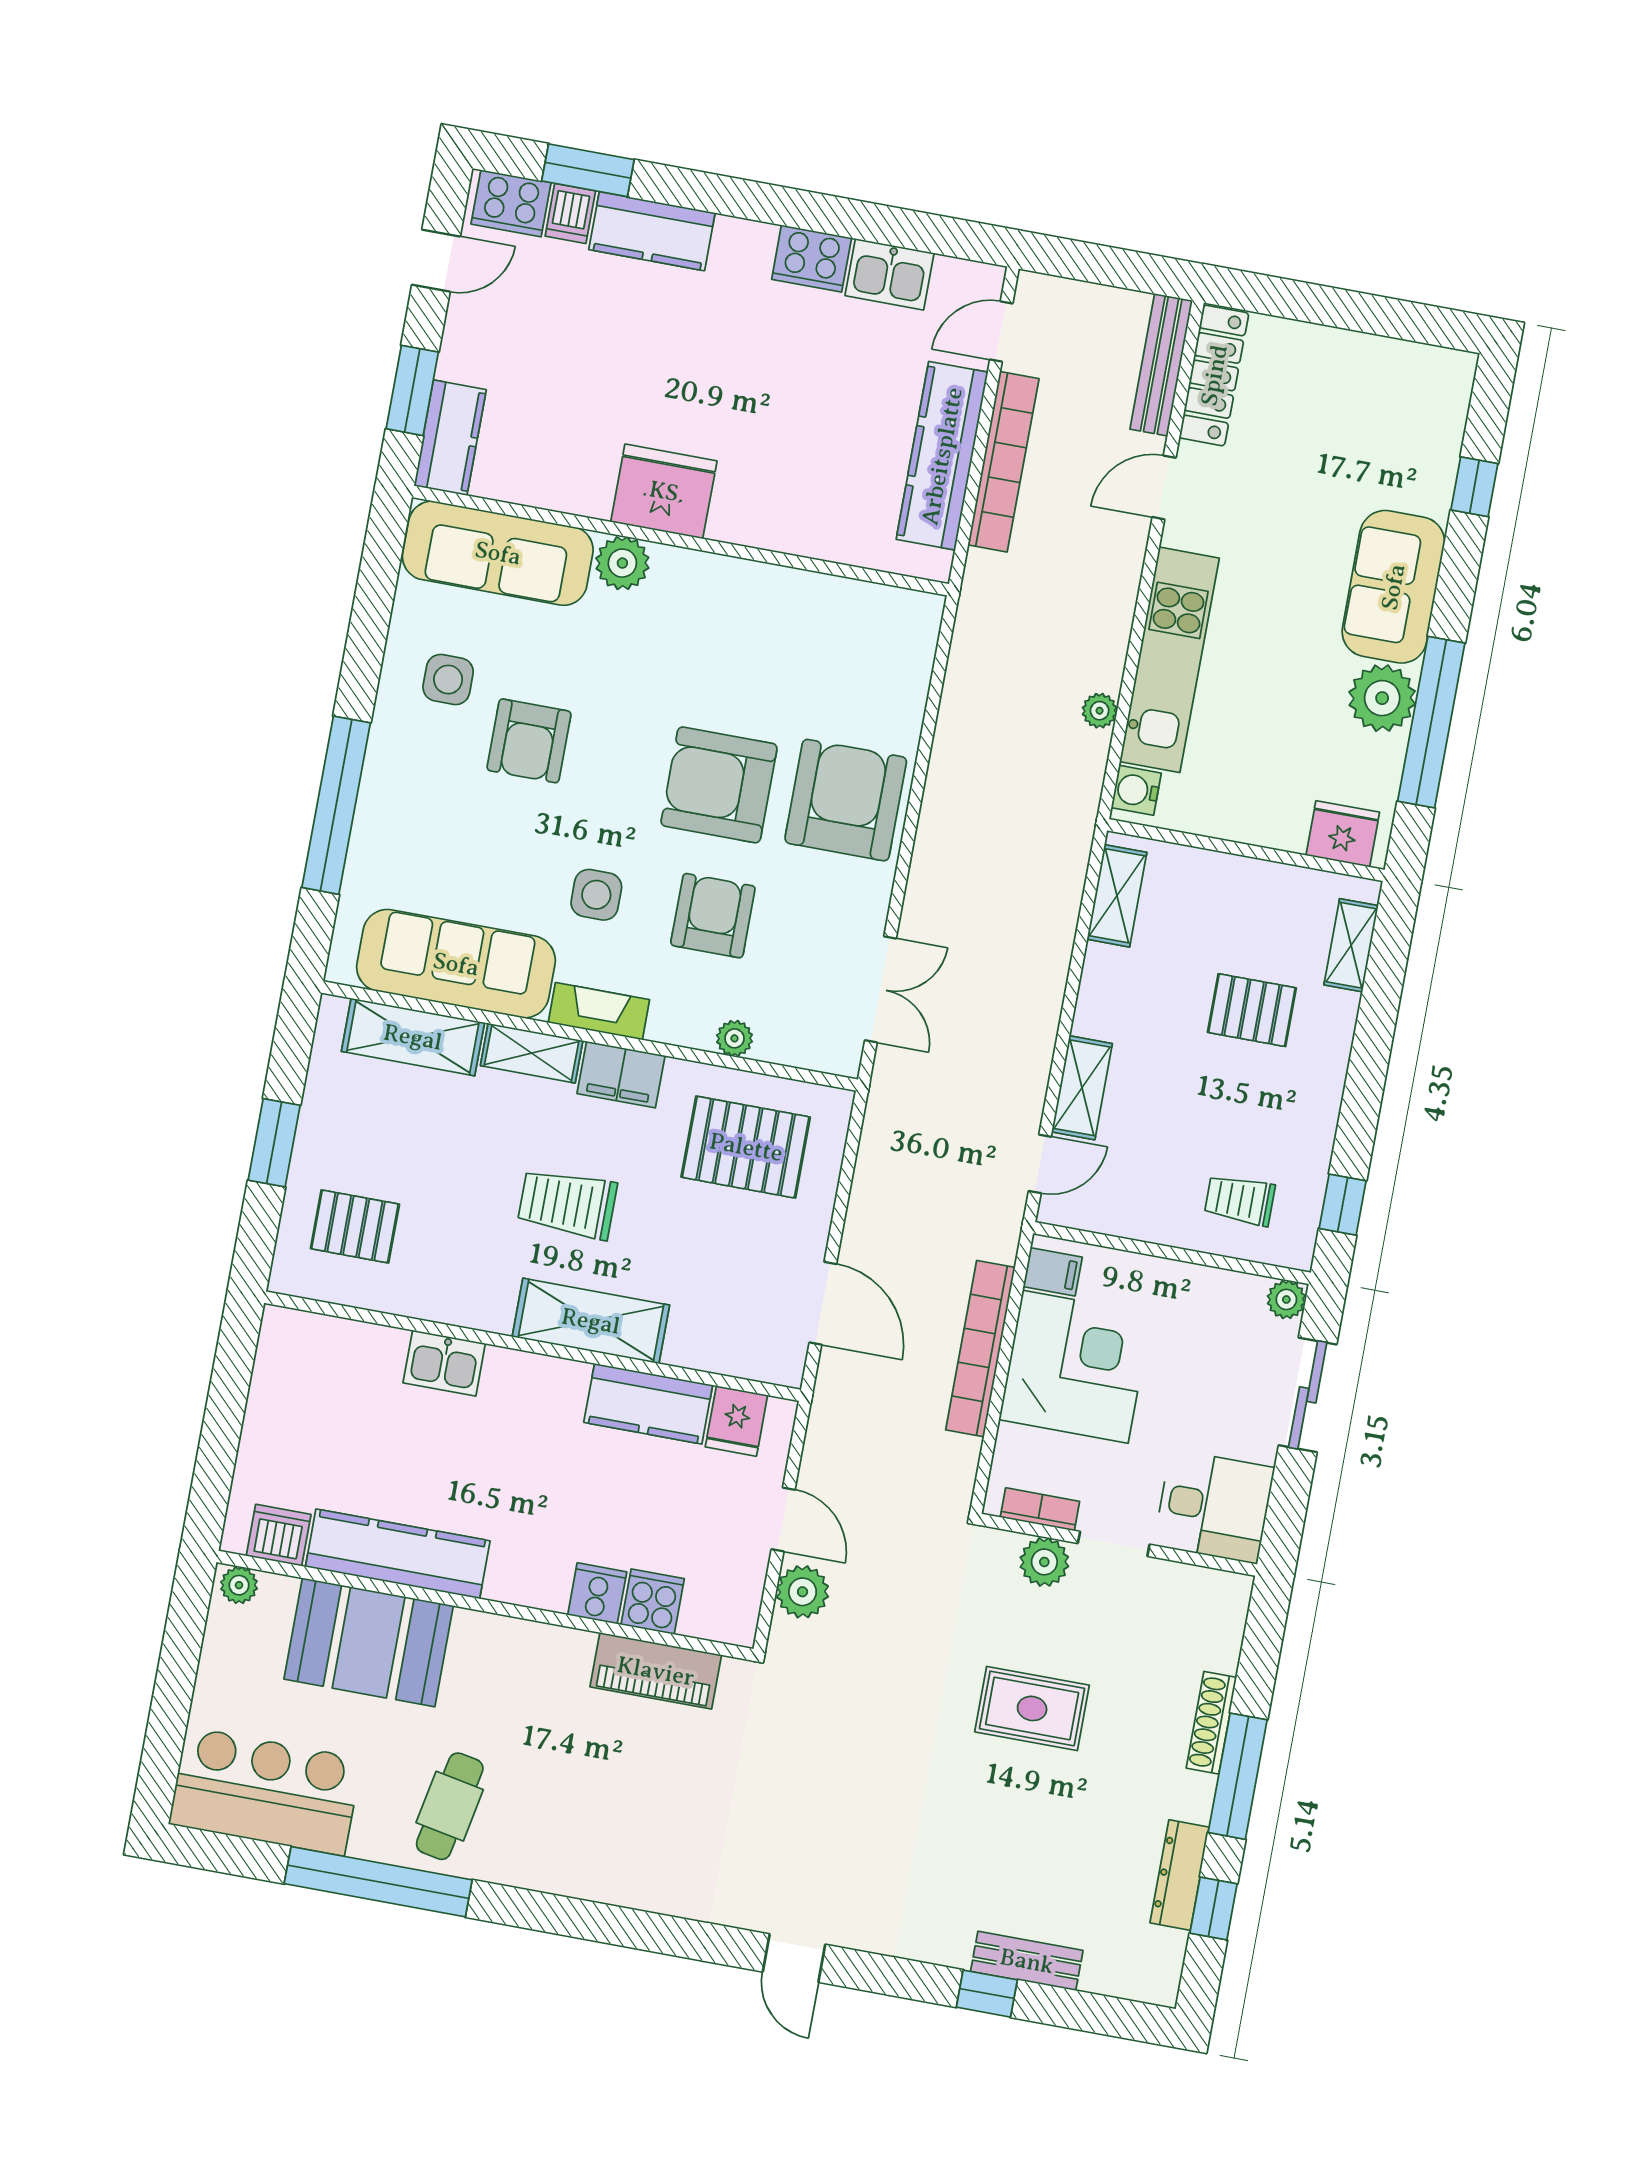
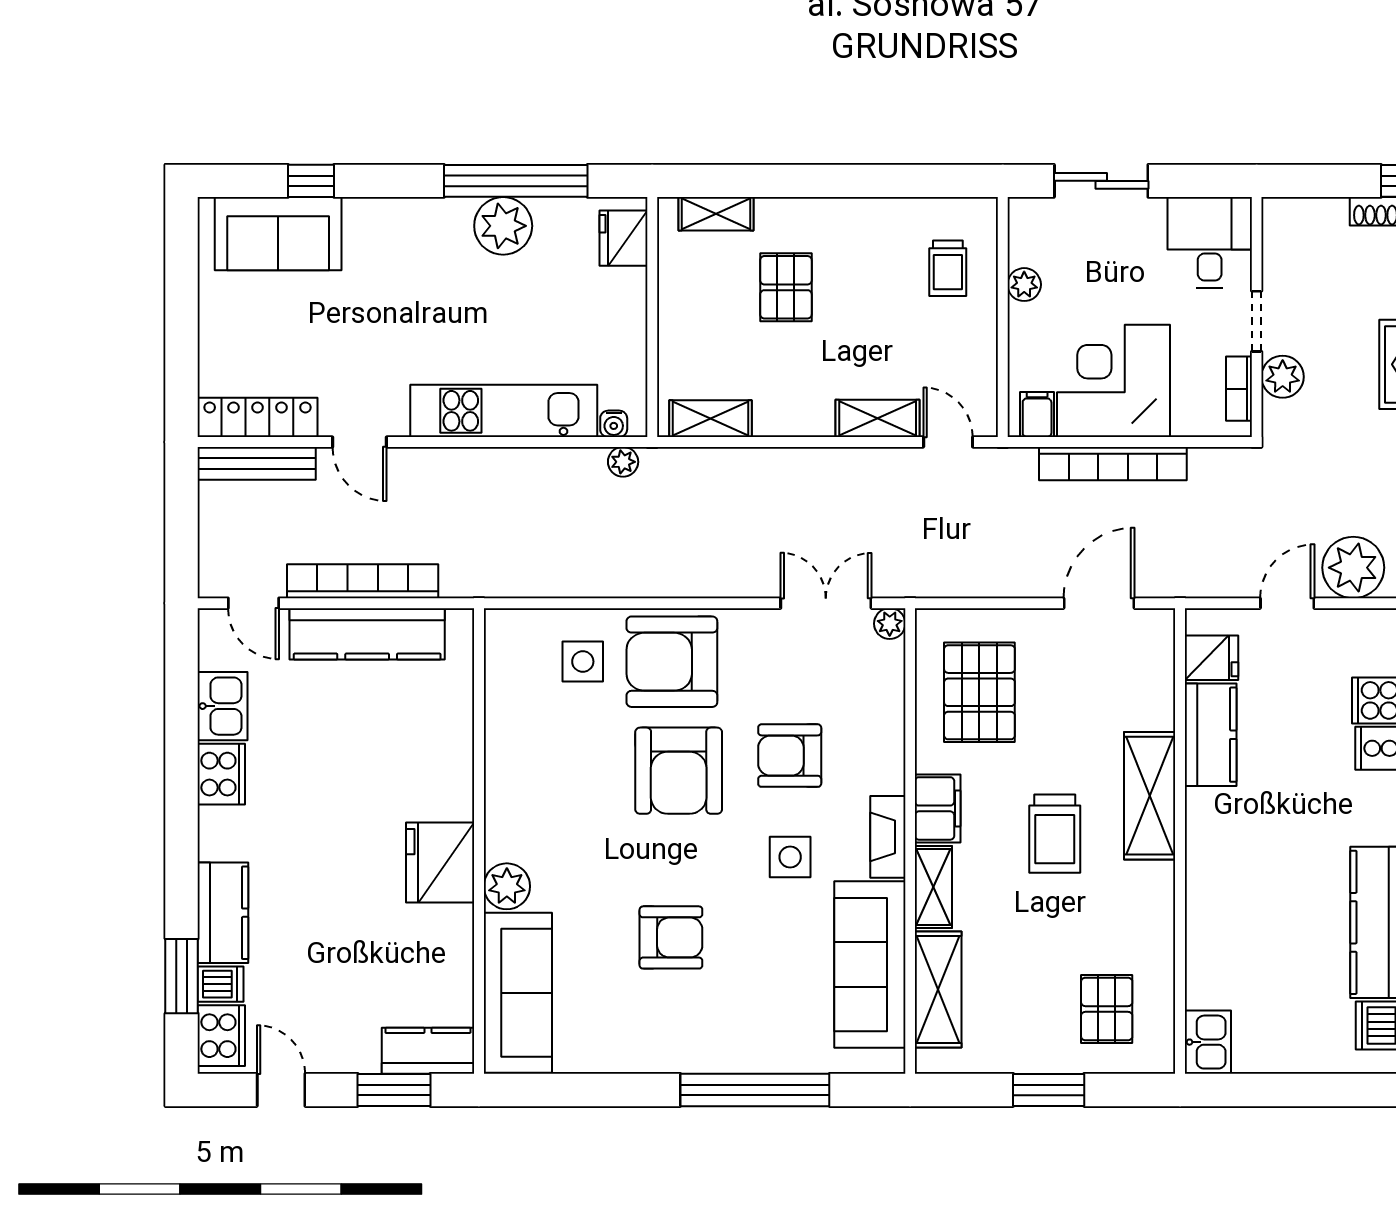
sofa: (1393, 587) -> (278, 234), moved
side table: (448, 680) -> (583, 662), moved
plant: (1100, 711) -> (623, 462), moved
water cooler: (1136, 790) -> (614, 424), width x0.72, depth x0.72
plant: (734, 1038) -> (890, 624), moved
window: (1343, 1205) -> (936, 181), removed
plant: (1286, 1299) -> (1024, 285), moved
kitchen sink: (444, 1363) -> (1208, 1042), moved
plant: (803, 1592) -> (1353, 568), width x1.36, depth x1.36

